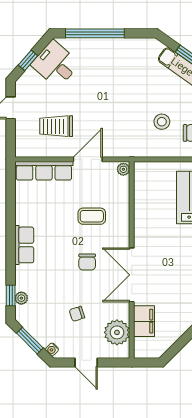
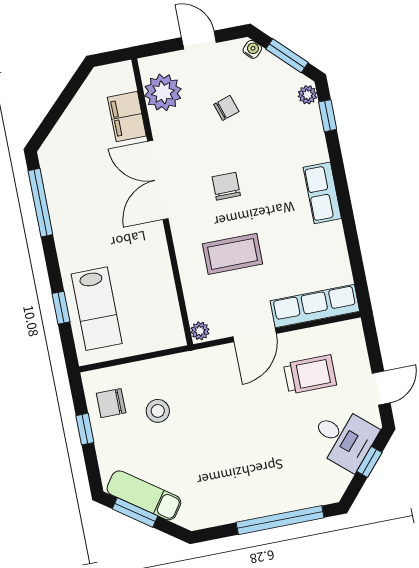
desk: (56, 64) -> (344, 438), moved
coffee table: (92, 216) -> (233, 254), width x1.36, depth x1.30
double door: (132, 275) -> (158, 180), swing flipped
plant: (21, 298) -> (307, 95), moved

